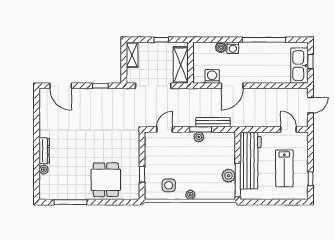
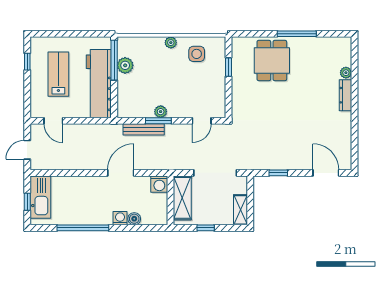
washing machine: (212, 76) -> (159, 184), moved
window: (70, 202) -> (297, 34), moved

